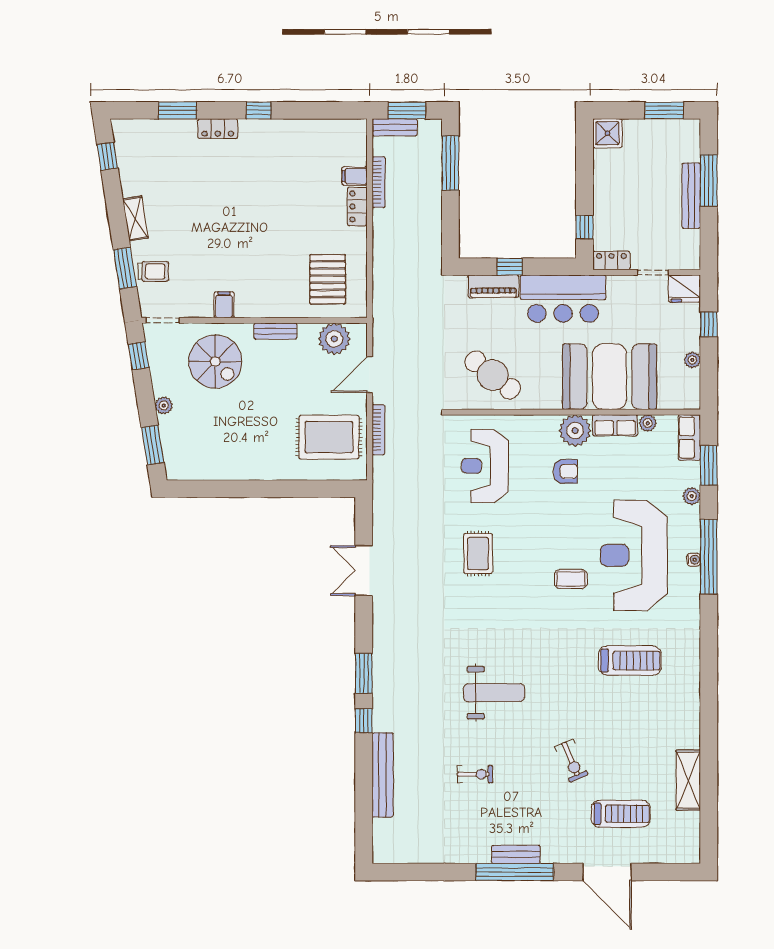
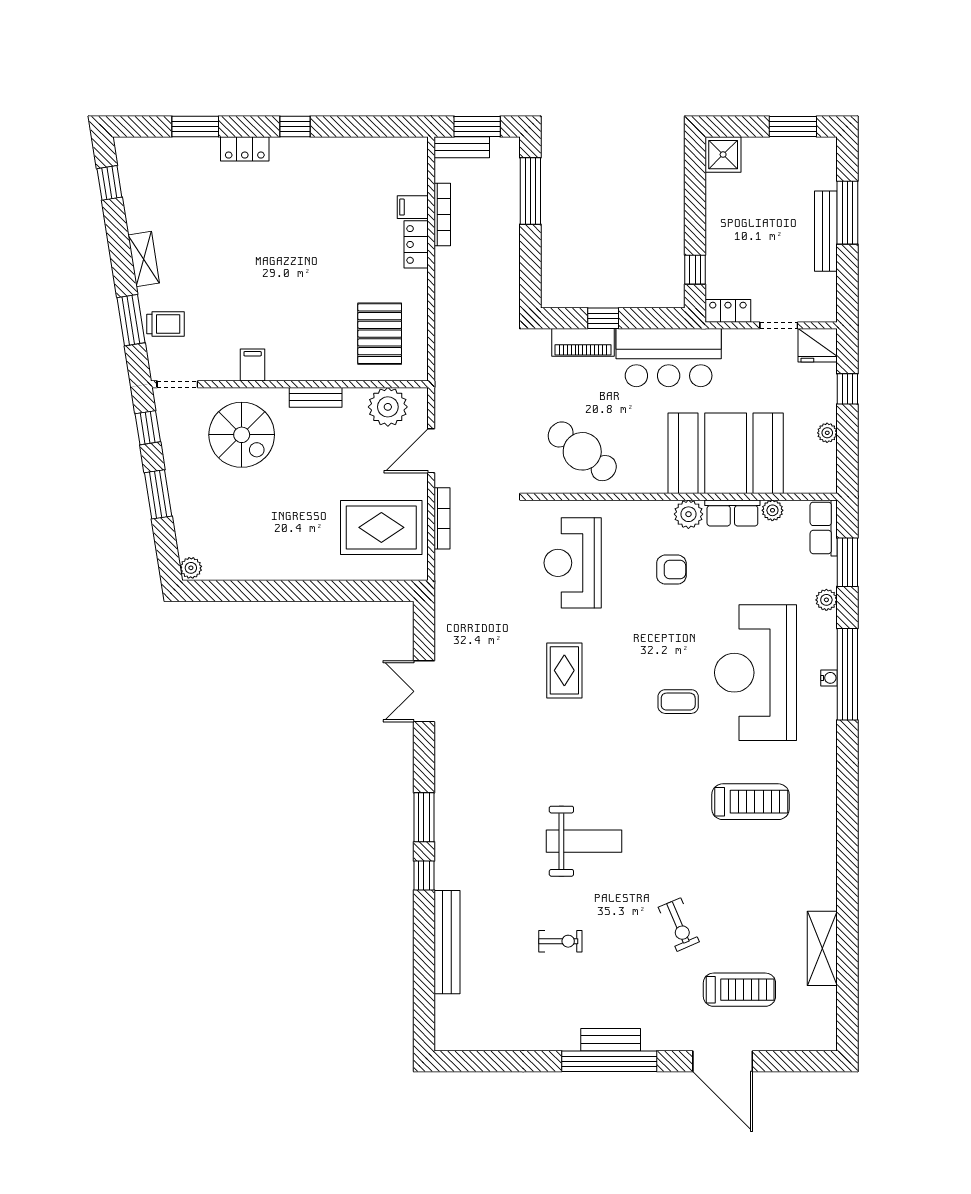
plant: (164, 405) -> (191, 568), moved
plant: (575, 431) -> (688, 514), width x0.73, depth x0.73
window: (153, 445) -> (158, 494), moved

